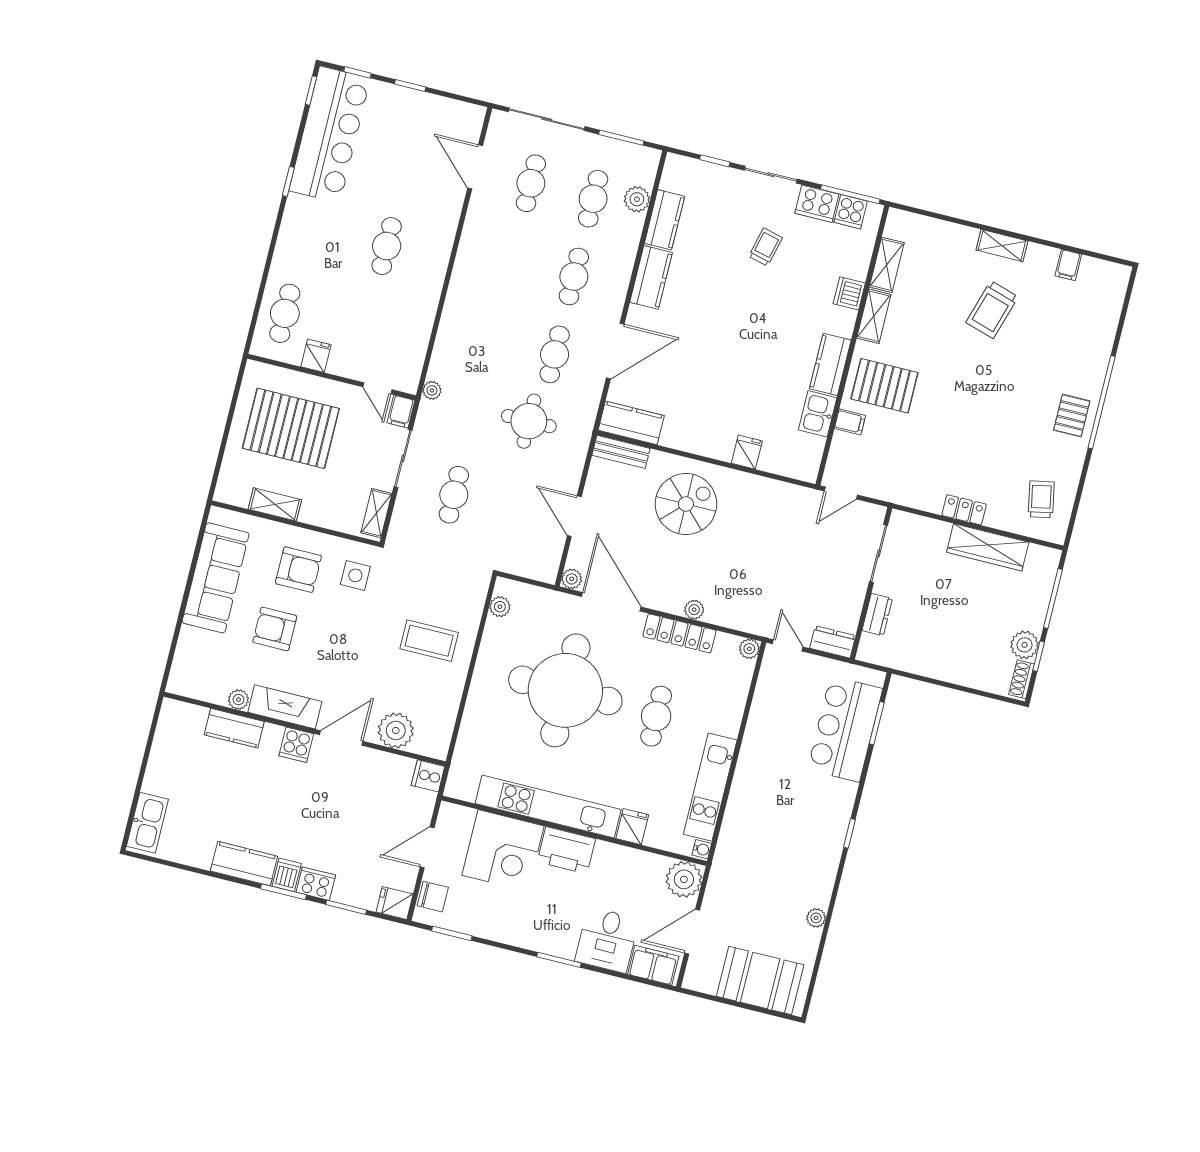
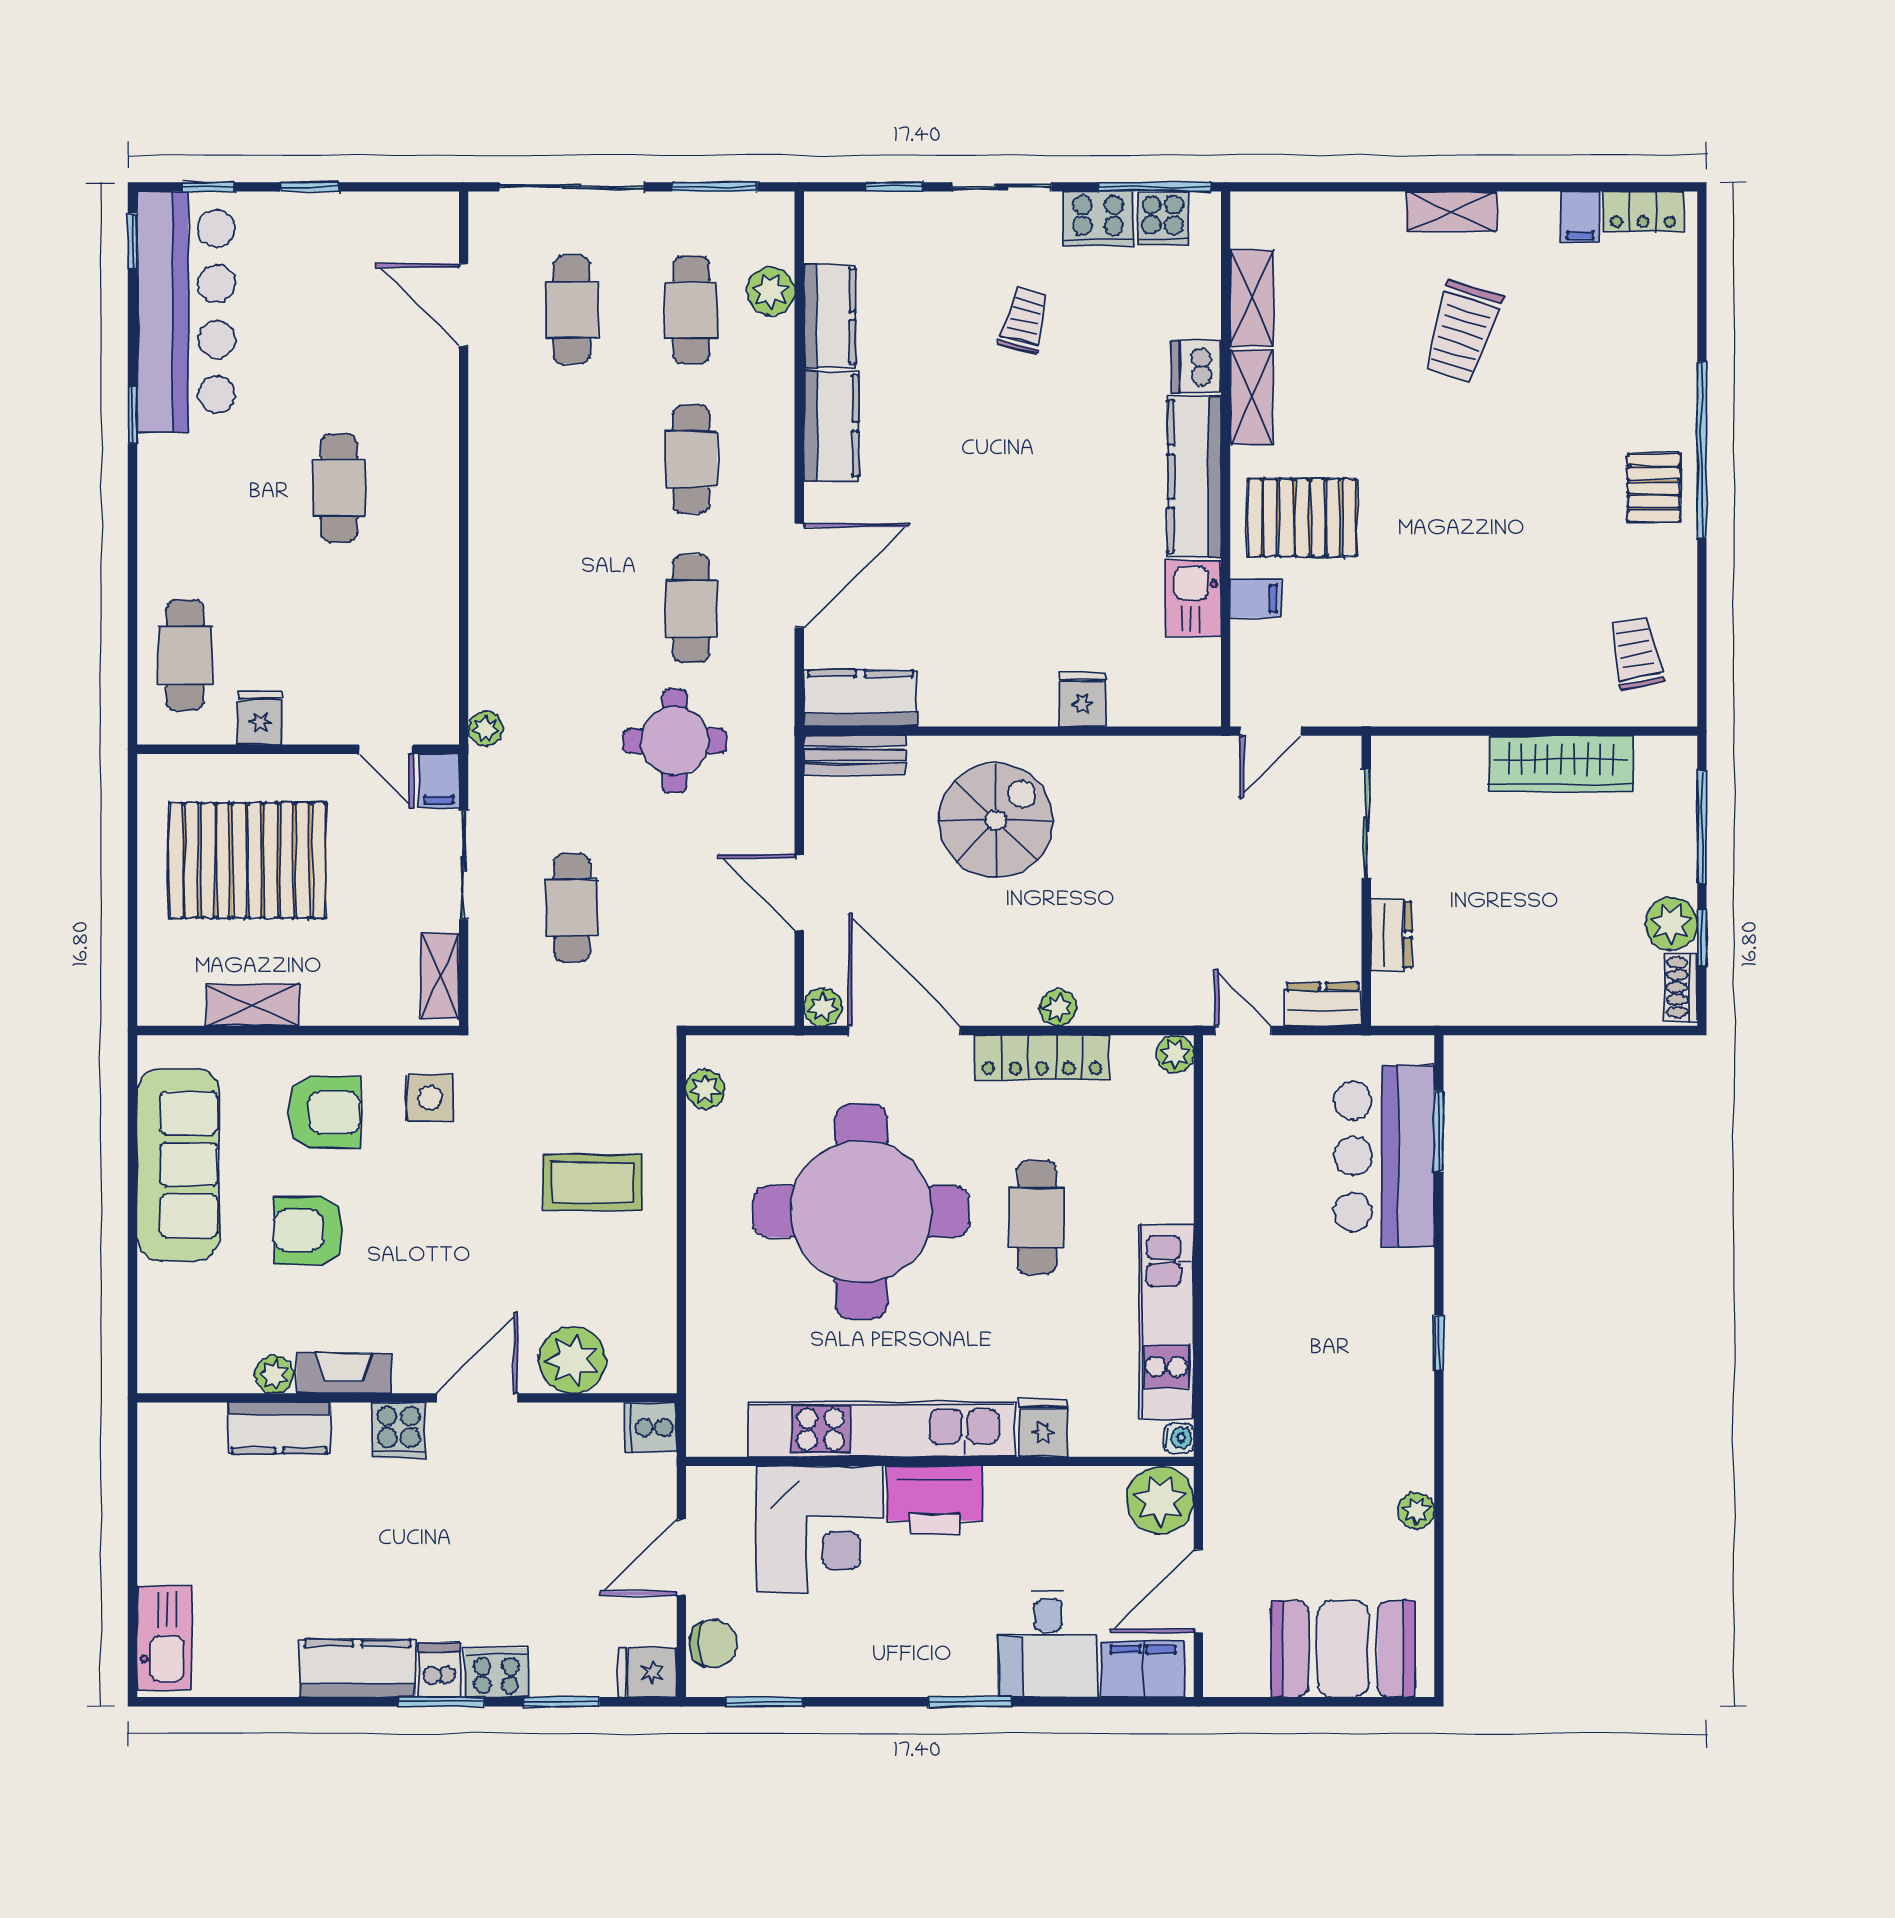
kitchen counter: (830, 364) -> (1194, 476), width x1.50
locker: (964, 510) -> (1643, 212), moved, turned 180
fireplace: (285, 707) -> (344, 1373), width x0.73, depth x0.76

